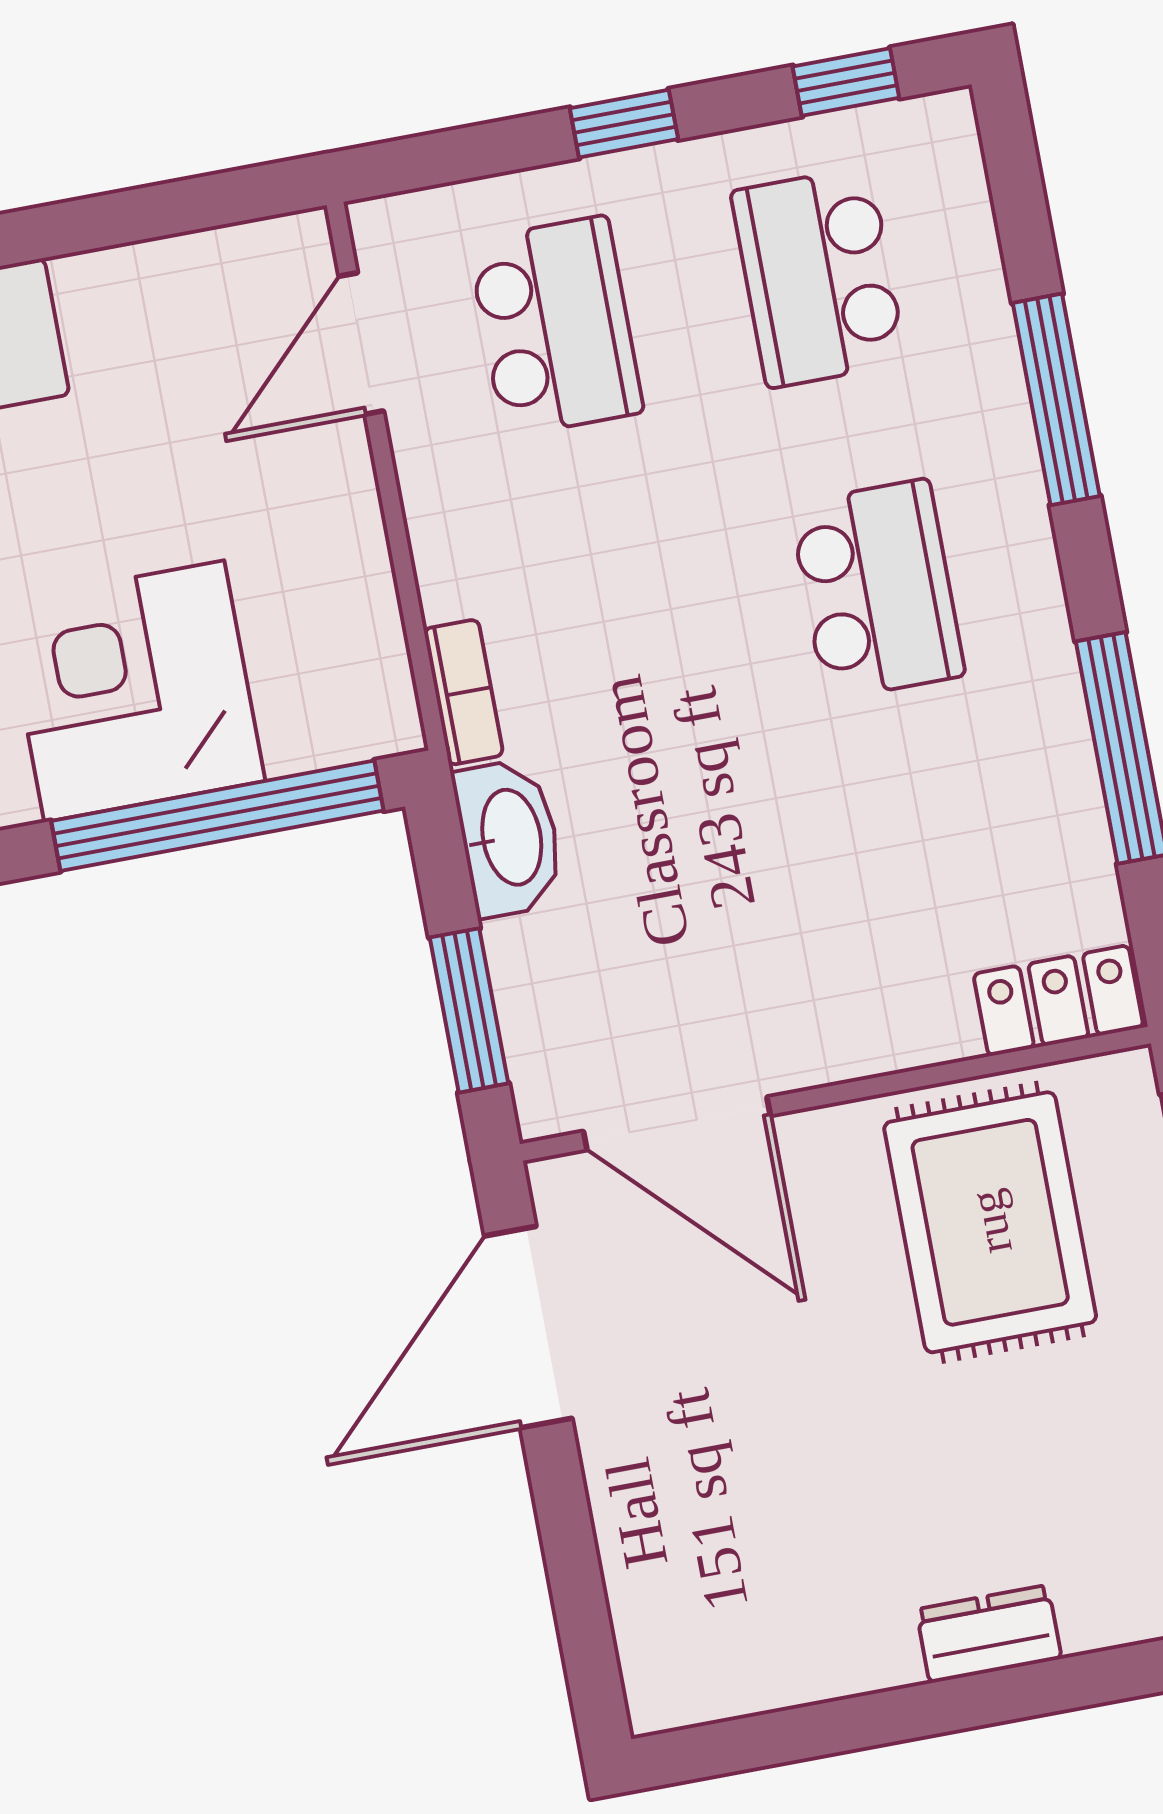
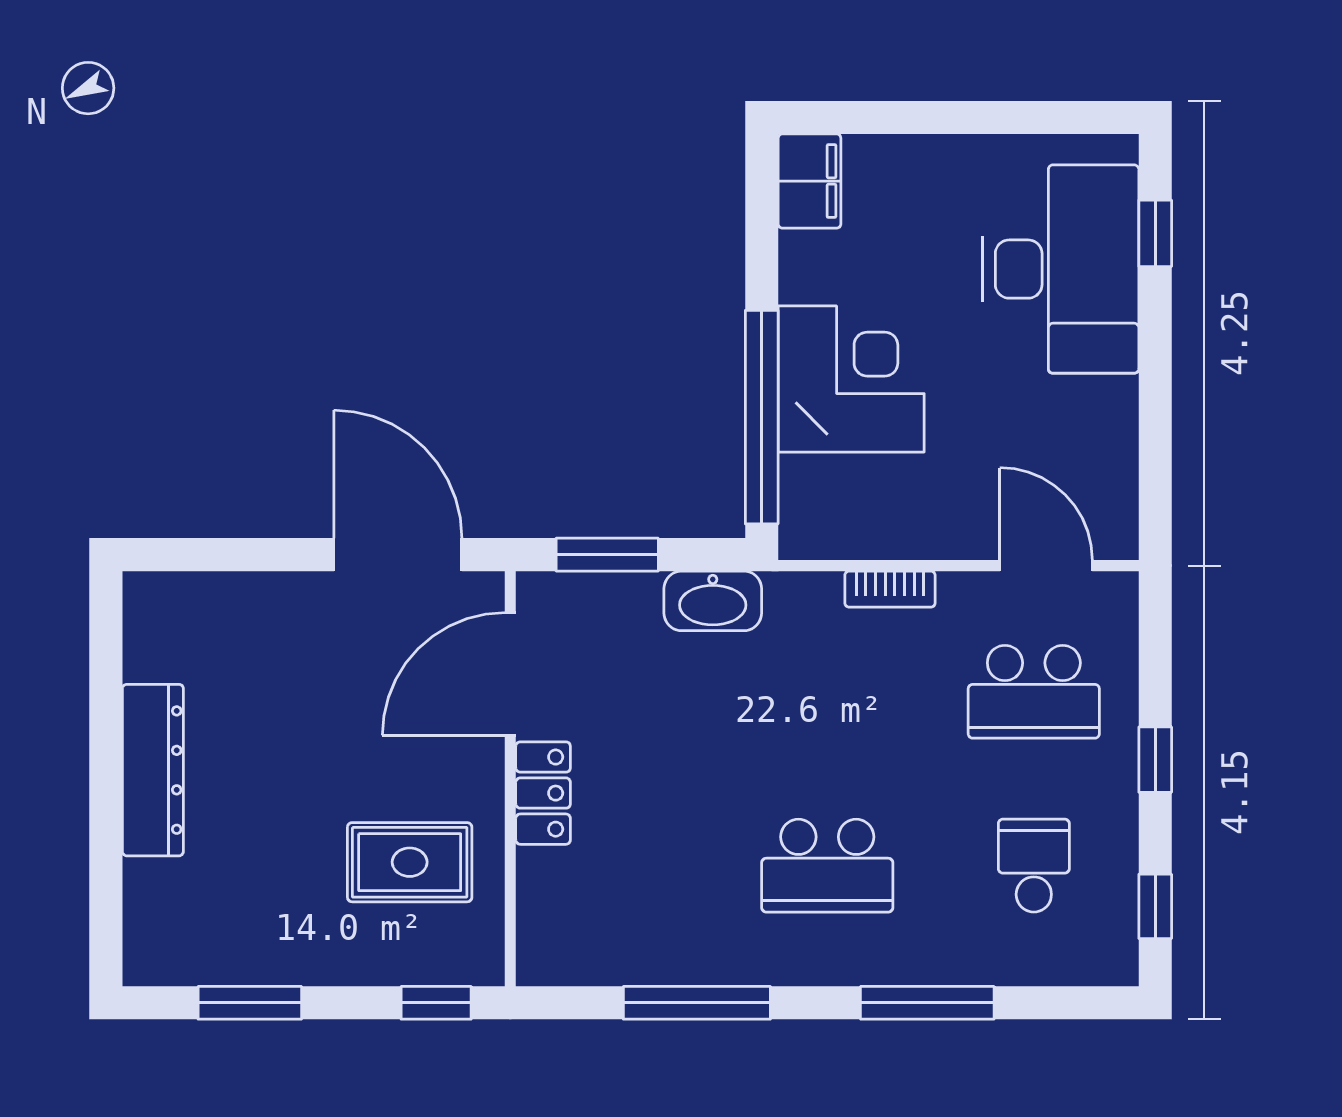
school desk: (819, 277) -> (1034, 866), width x0.54
bookcase: (463, 692) -> (890, 589), moved
locker: (1058, 1001) -> (543, 793), moved
rug: (990, 1222) -> (410, 862), width x0.73, depth x0.70
dresser: (989, 1634) -> (153, 770), width x1.96, depth x1.24

